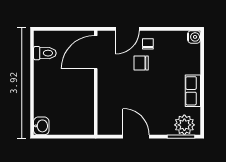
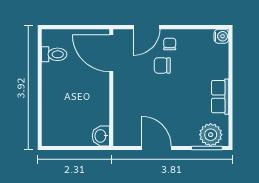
door: (96, 52) -> (111, 53), hinge flipped
washbasin: (41, 126) -> (101, 136), moved, turned 180

